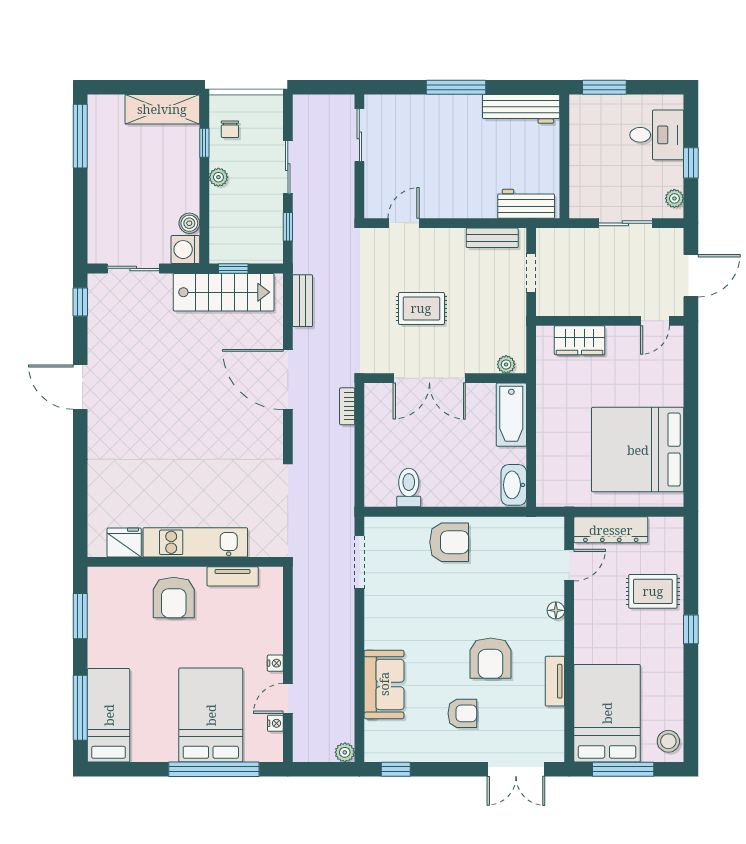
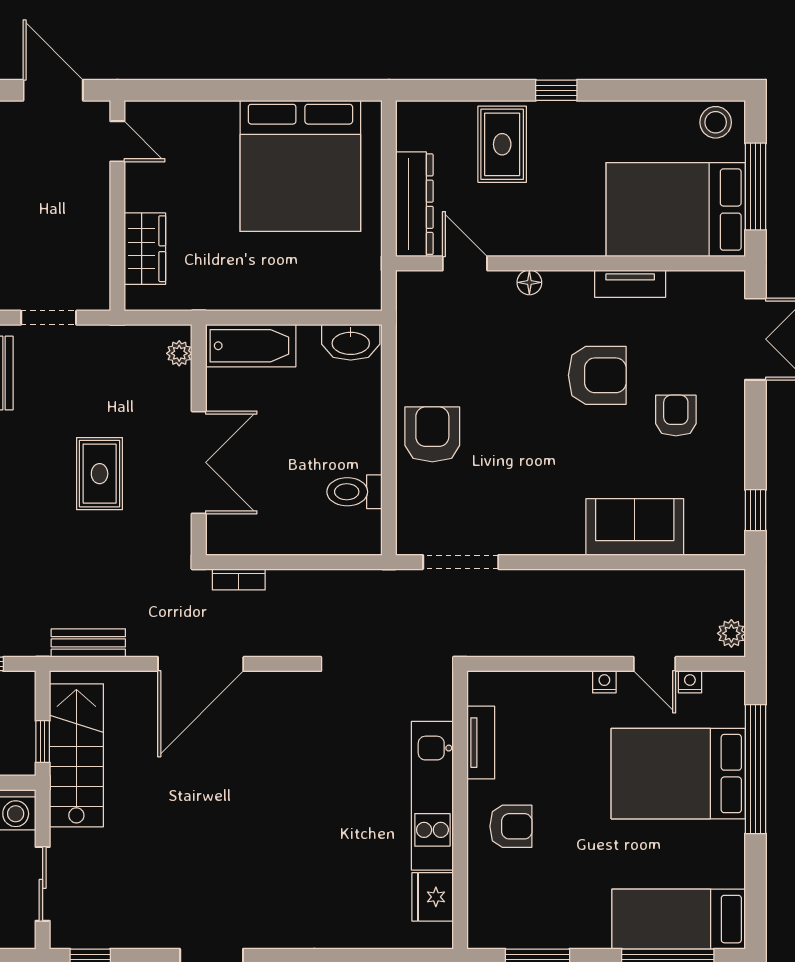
armchair: (174, 597) -> (511, 826), width x0.72, depth x0.72
plant: (345, 752) -> (731, 633), moved

